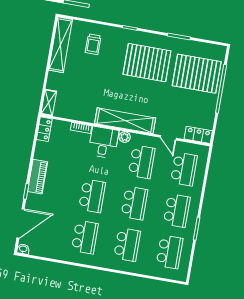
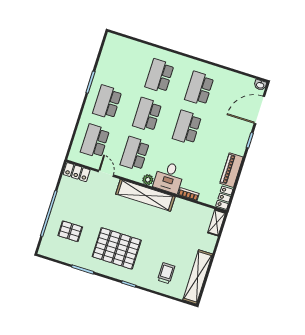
pallet: (197, 74) -> (70, 231), width x0.49, depth x0.50
piano: (37, 177) -> (231, 170), moved
school desk: (169, 252) -> (120, 63), removed

